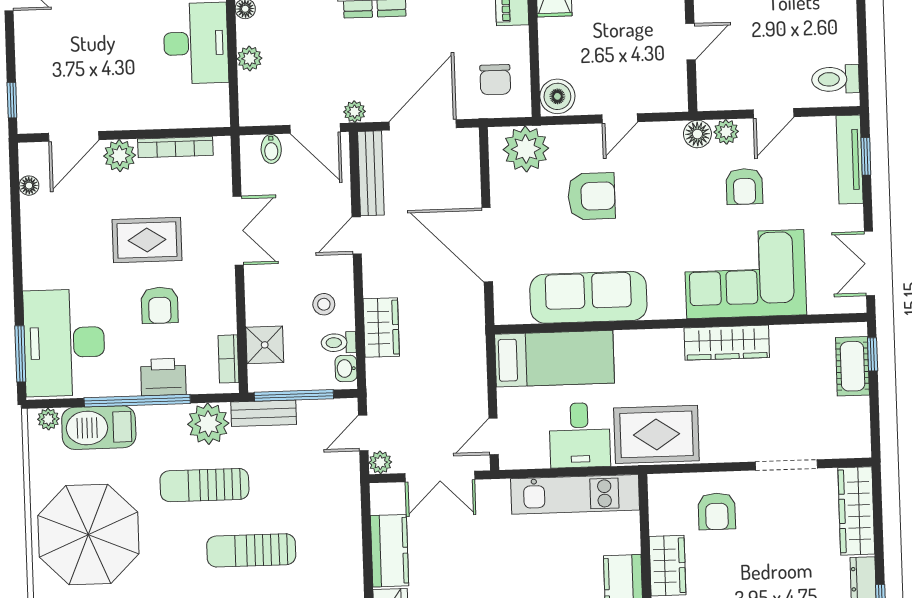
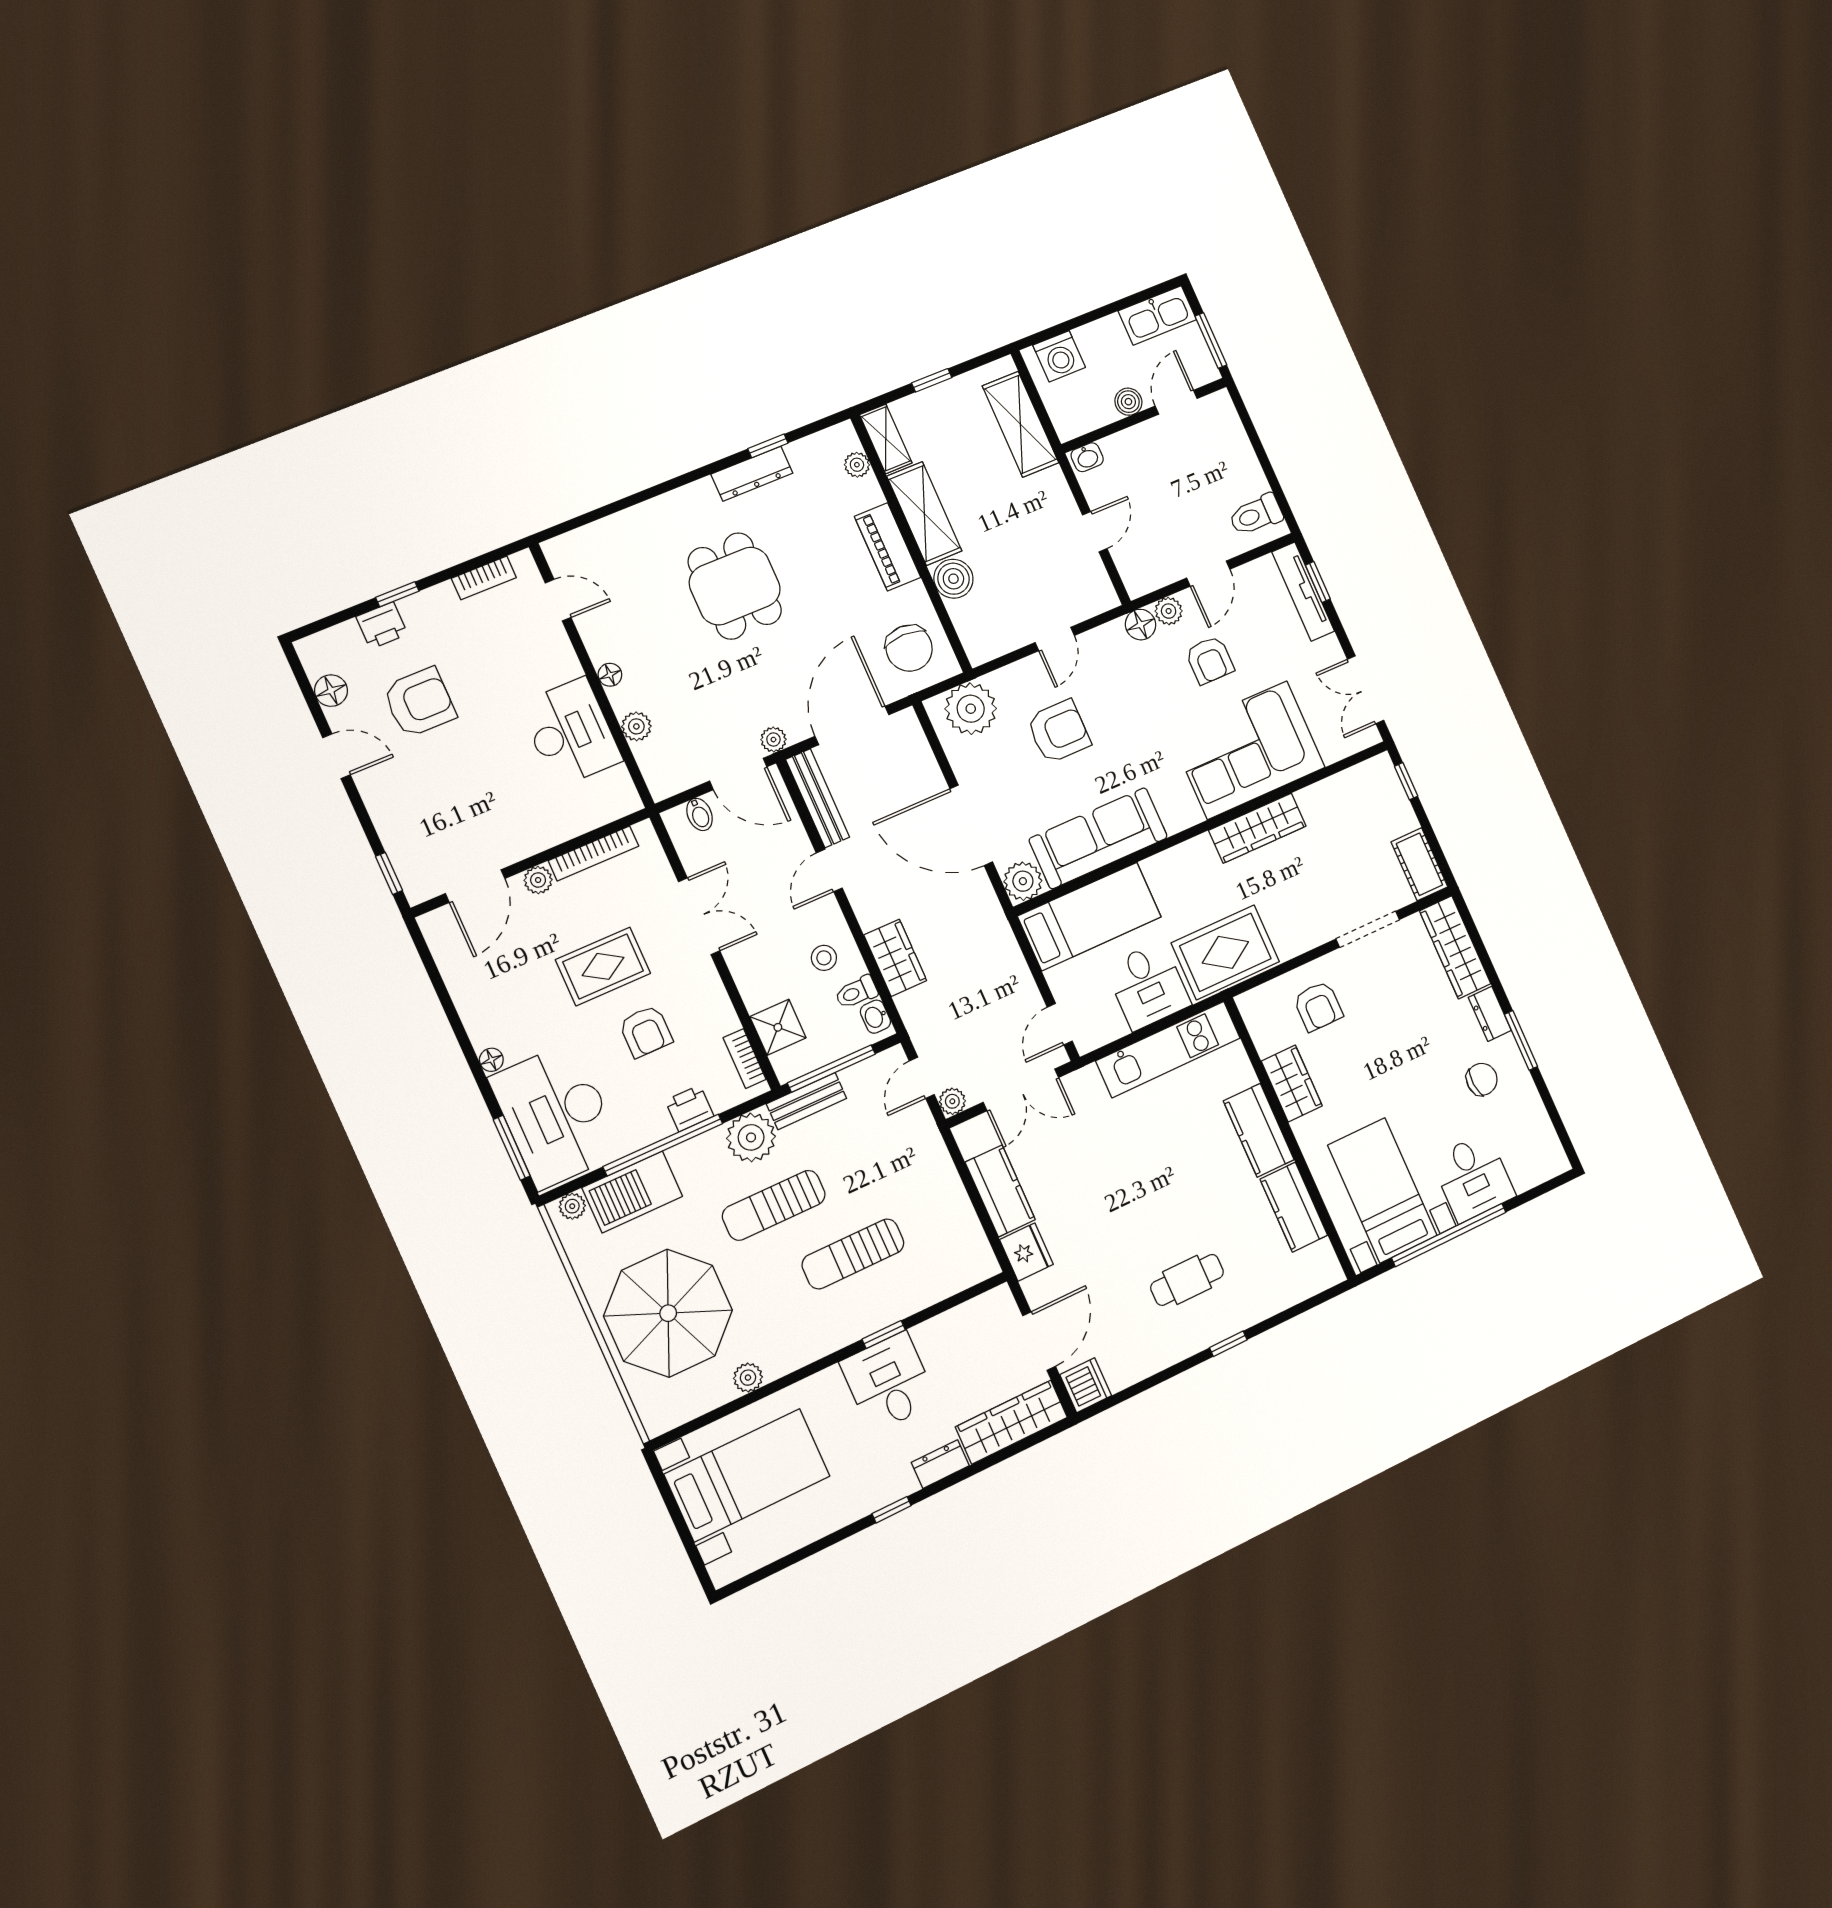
chair: (495, 80) -> (909, 648), width x1.37, depth x1.37
boiler: (557, 96) -> (953, 579), moved
plant: (120, 156) -> (538, 880), width x0.73, depth x0.73
floor lamp: (29, 186) -> (491, 1060), moved
plant: (511, 308) -> (1023, 881), added
cot: (852, 366) -> (1419, 864), moved
printer: (163, 377) -> (689, 1108), width x0.73, depth x0.81

